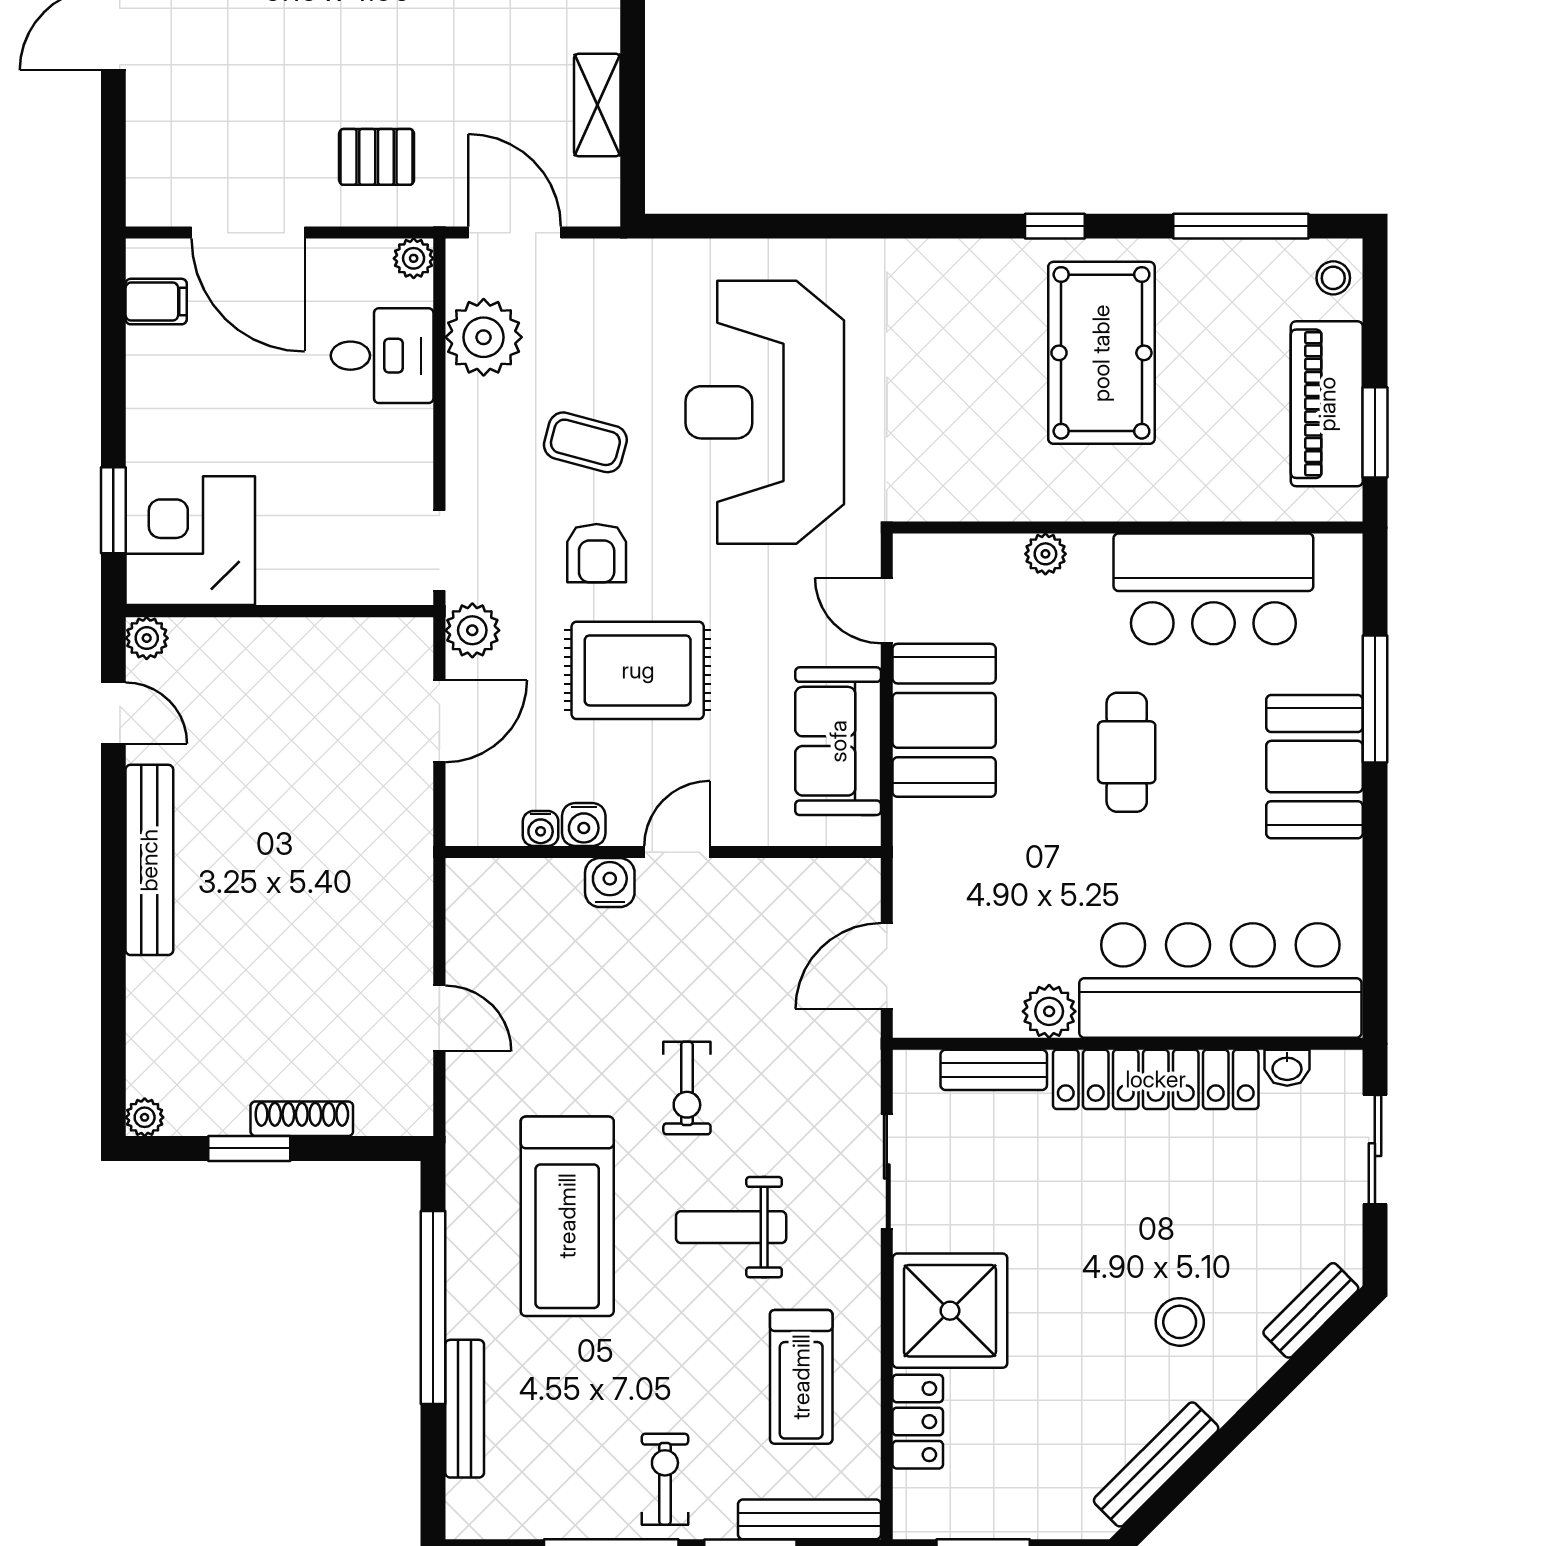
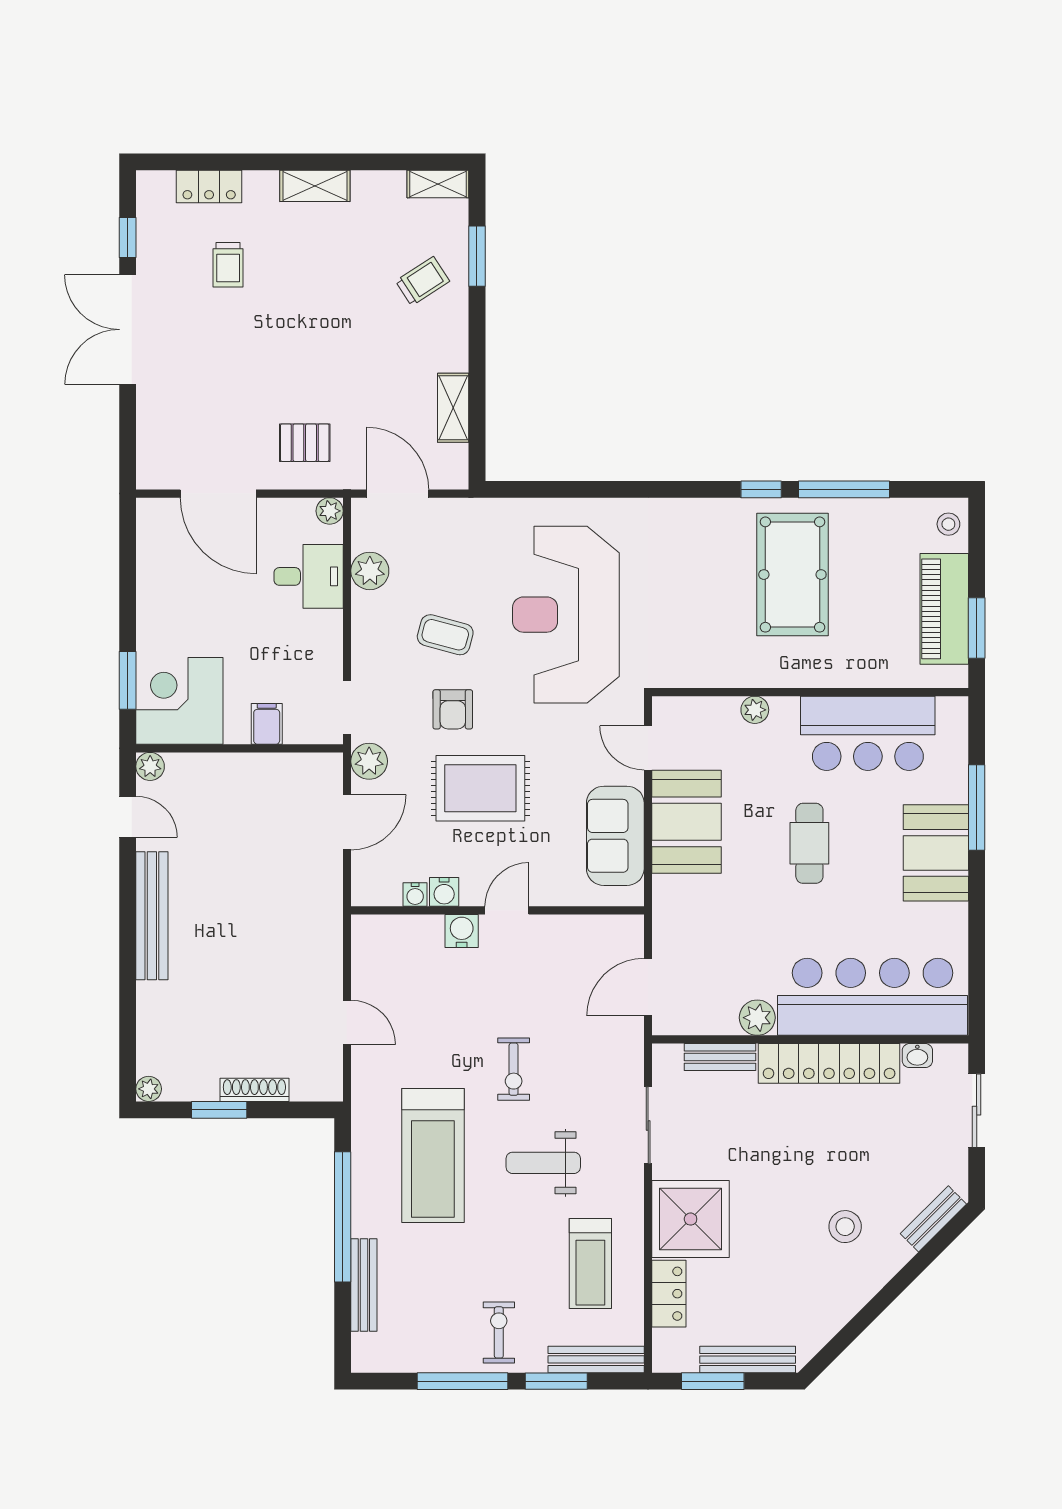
window: (1241, 226) -> (844, 489), moved
filing cabinet: (156, 302) -> (267, 724), moved, turned -90
plant: (484, 337) -> (370, 571), width x0.73, depth x0.73
bench: (1156, 1464) -> (748, 1360), moved, turned 45

